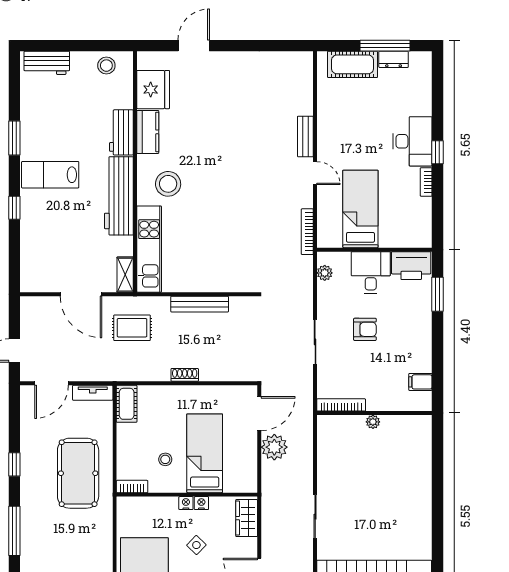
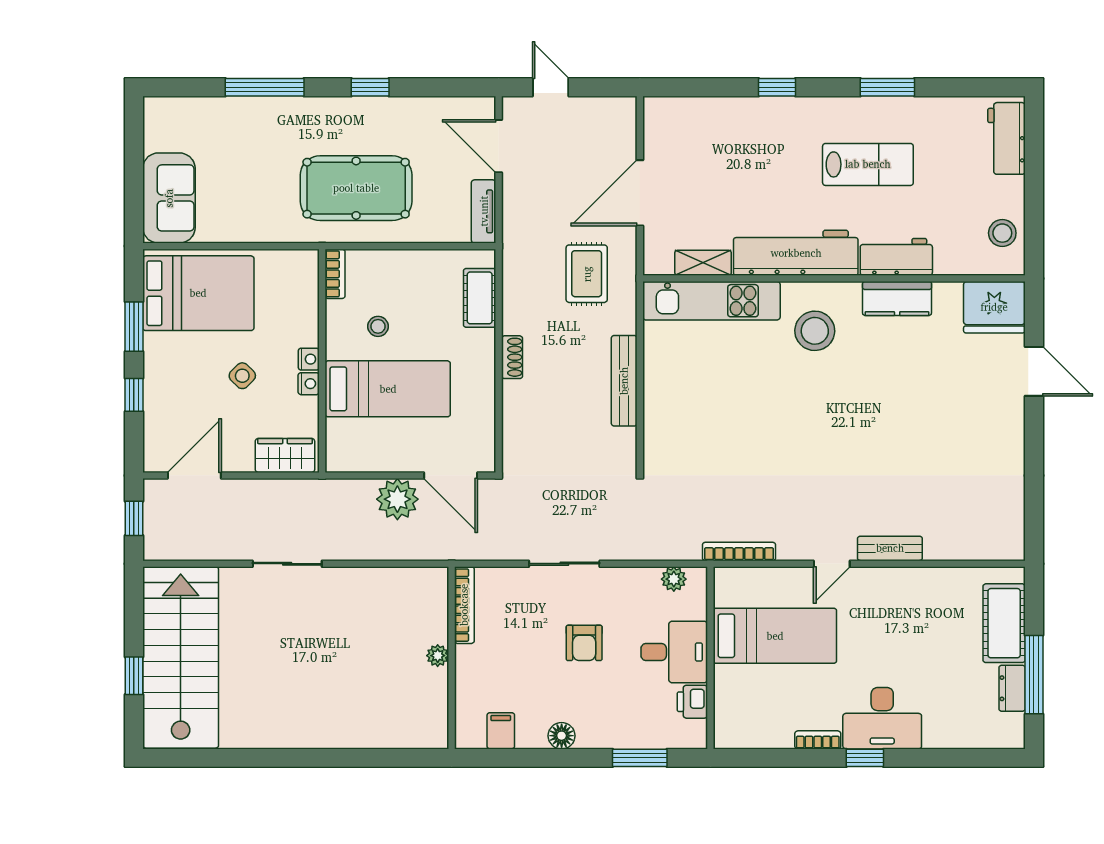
fridge: (153, 90) -> (994, 307), moved
lab bench: (50, 175) -> (868, 164), moved, turned 90
printer: (411, 266) -> (692, 702), width x0.53, depth x0.68
shelving: (125, 275) -> (703, 263), moved
floor lamp: (424, 344) -> (562, 736), added
cot: (127, 404) -> (480, 298), moved, turned 90

